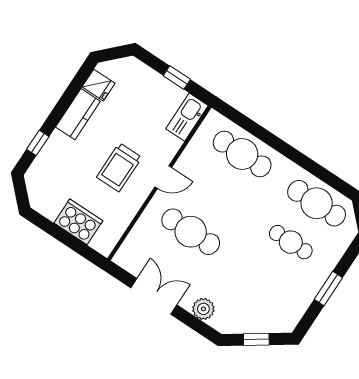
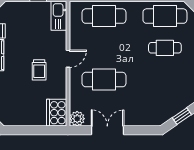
trolley: (119, 167) -> (39, 70), width x0.73, depth x0.72
cooker: (78, 222) -> (57, 113), moved, turned -90
plant: (203, 309) -> (77, 119), moved

